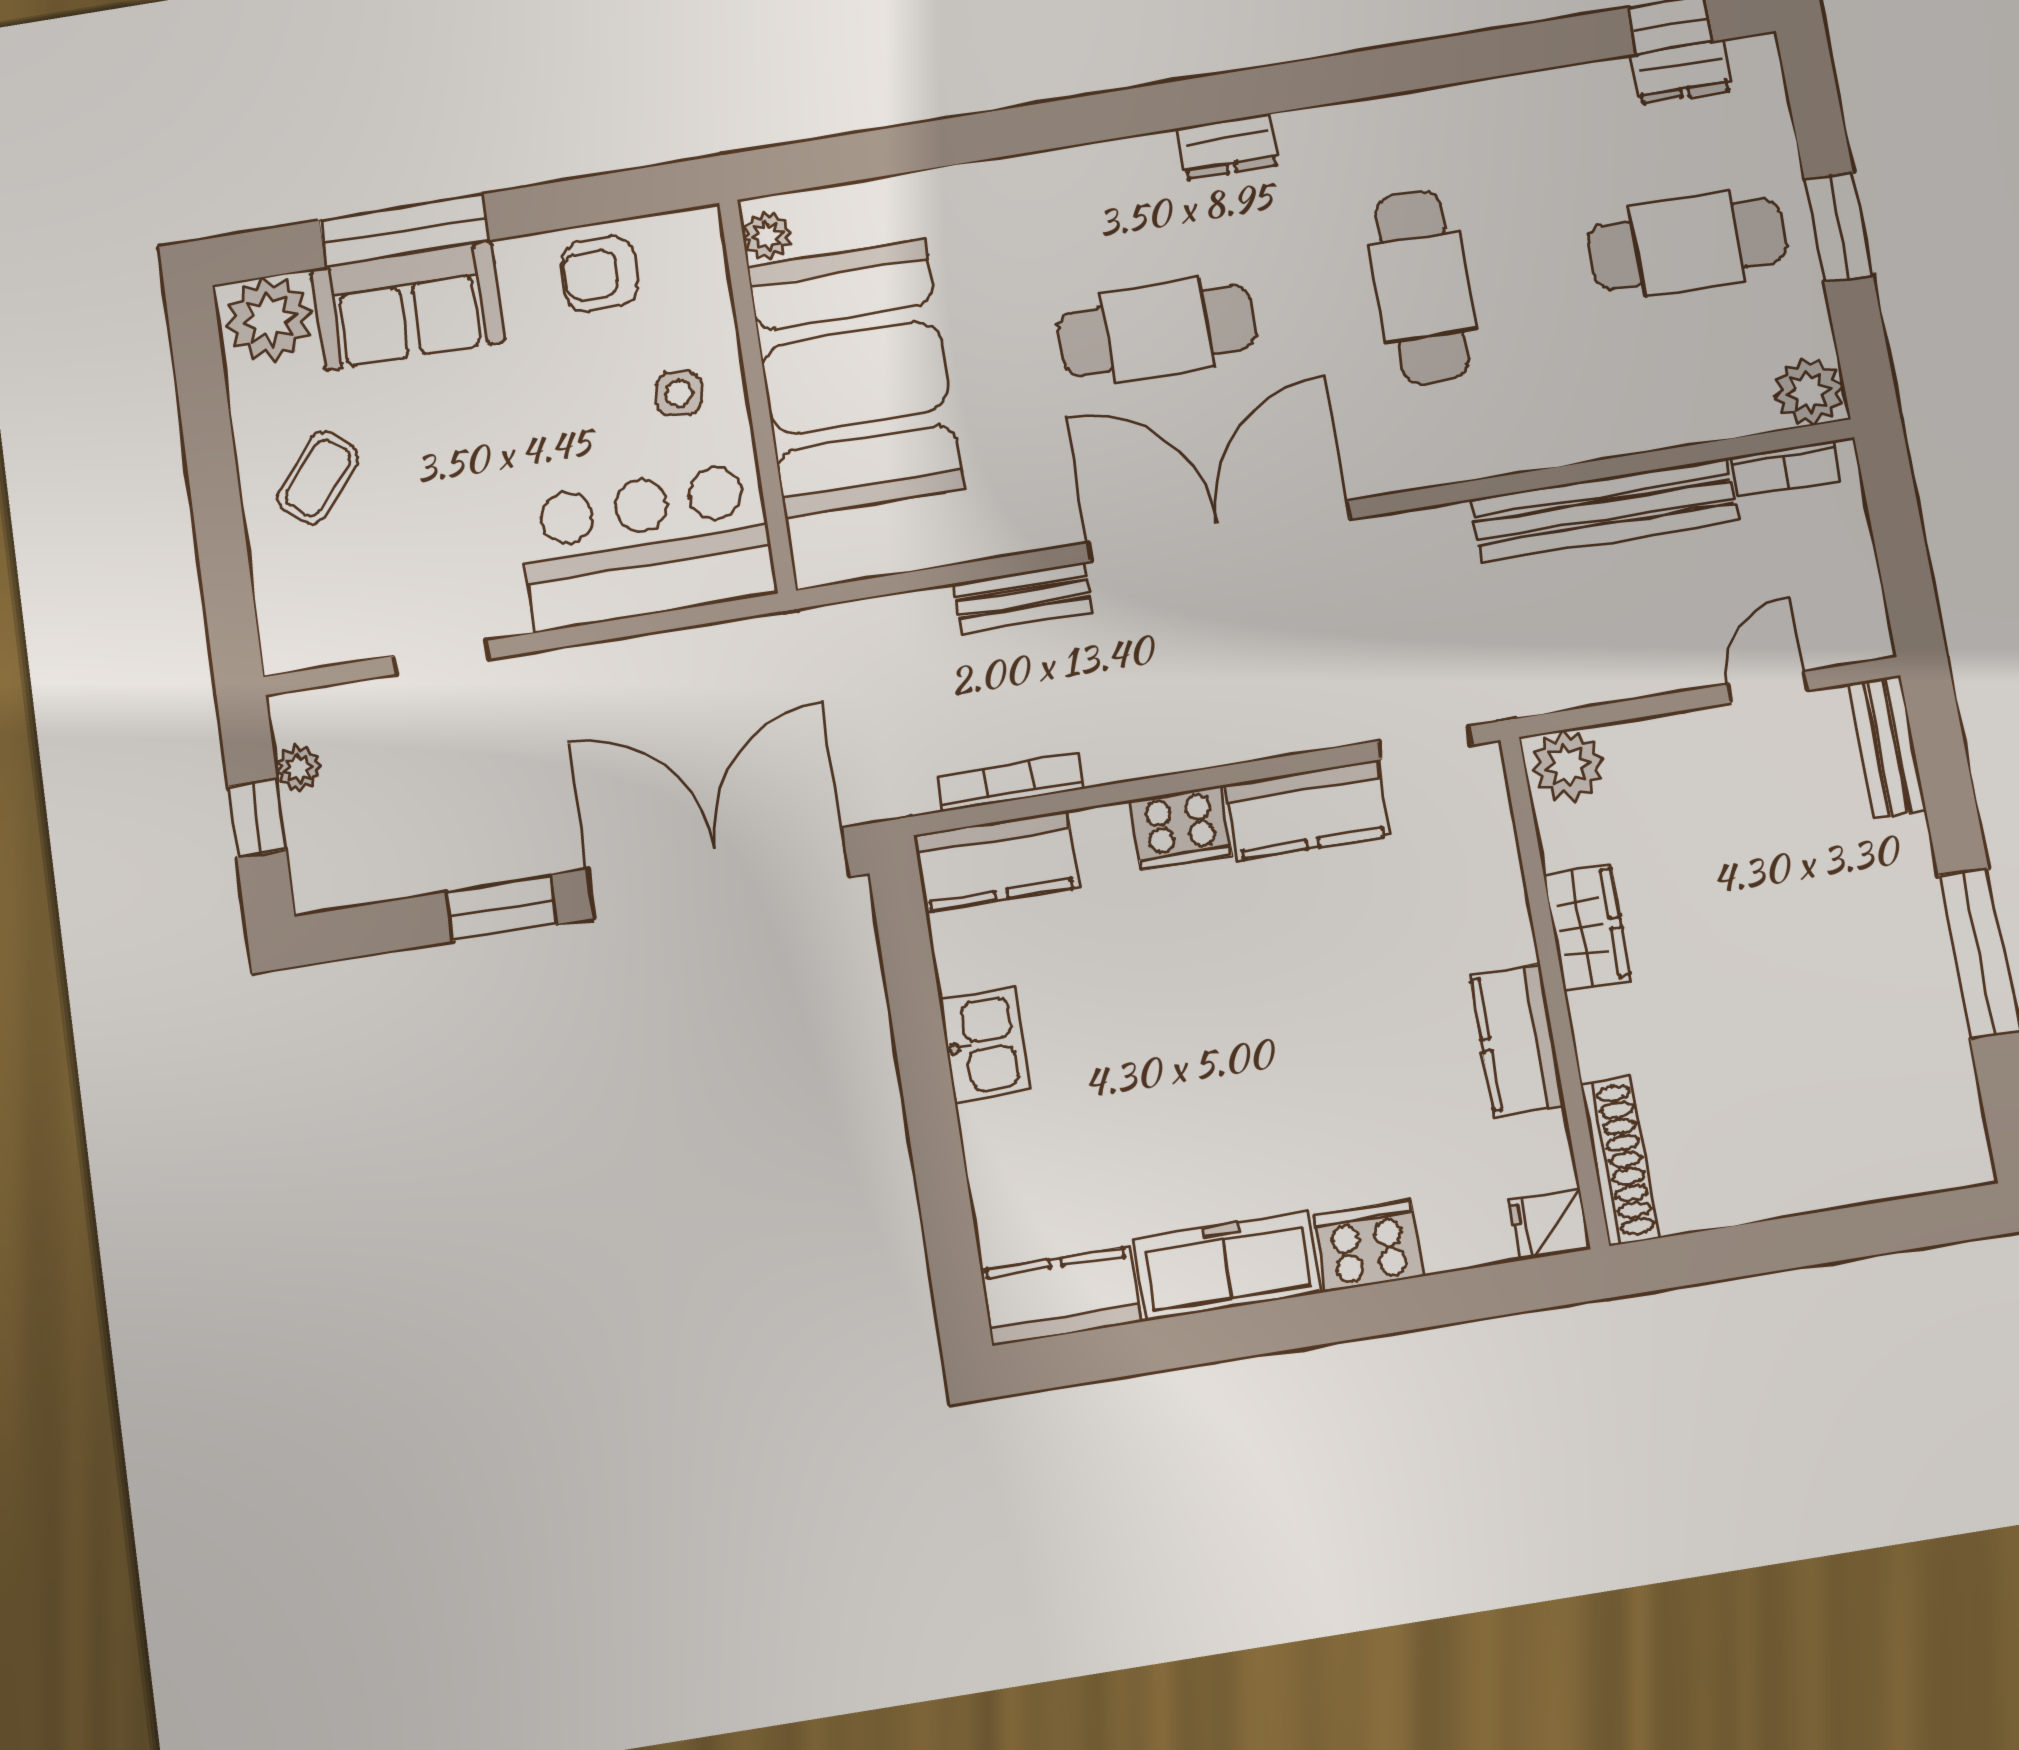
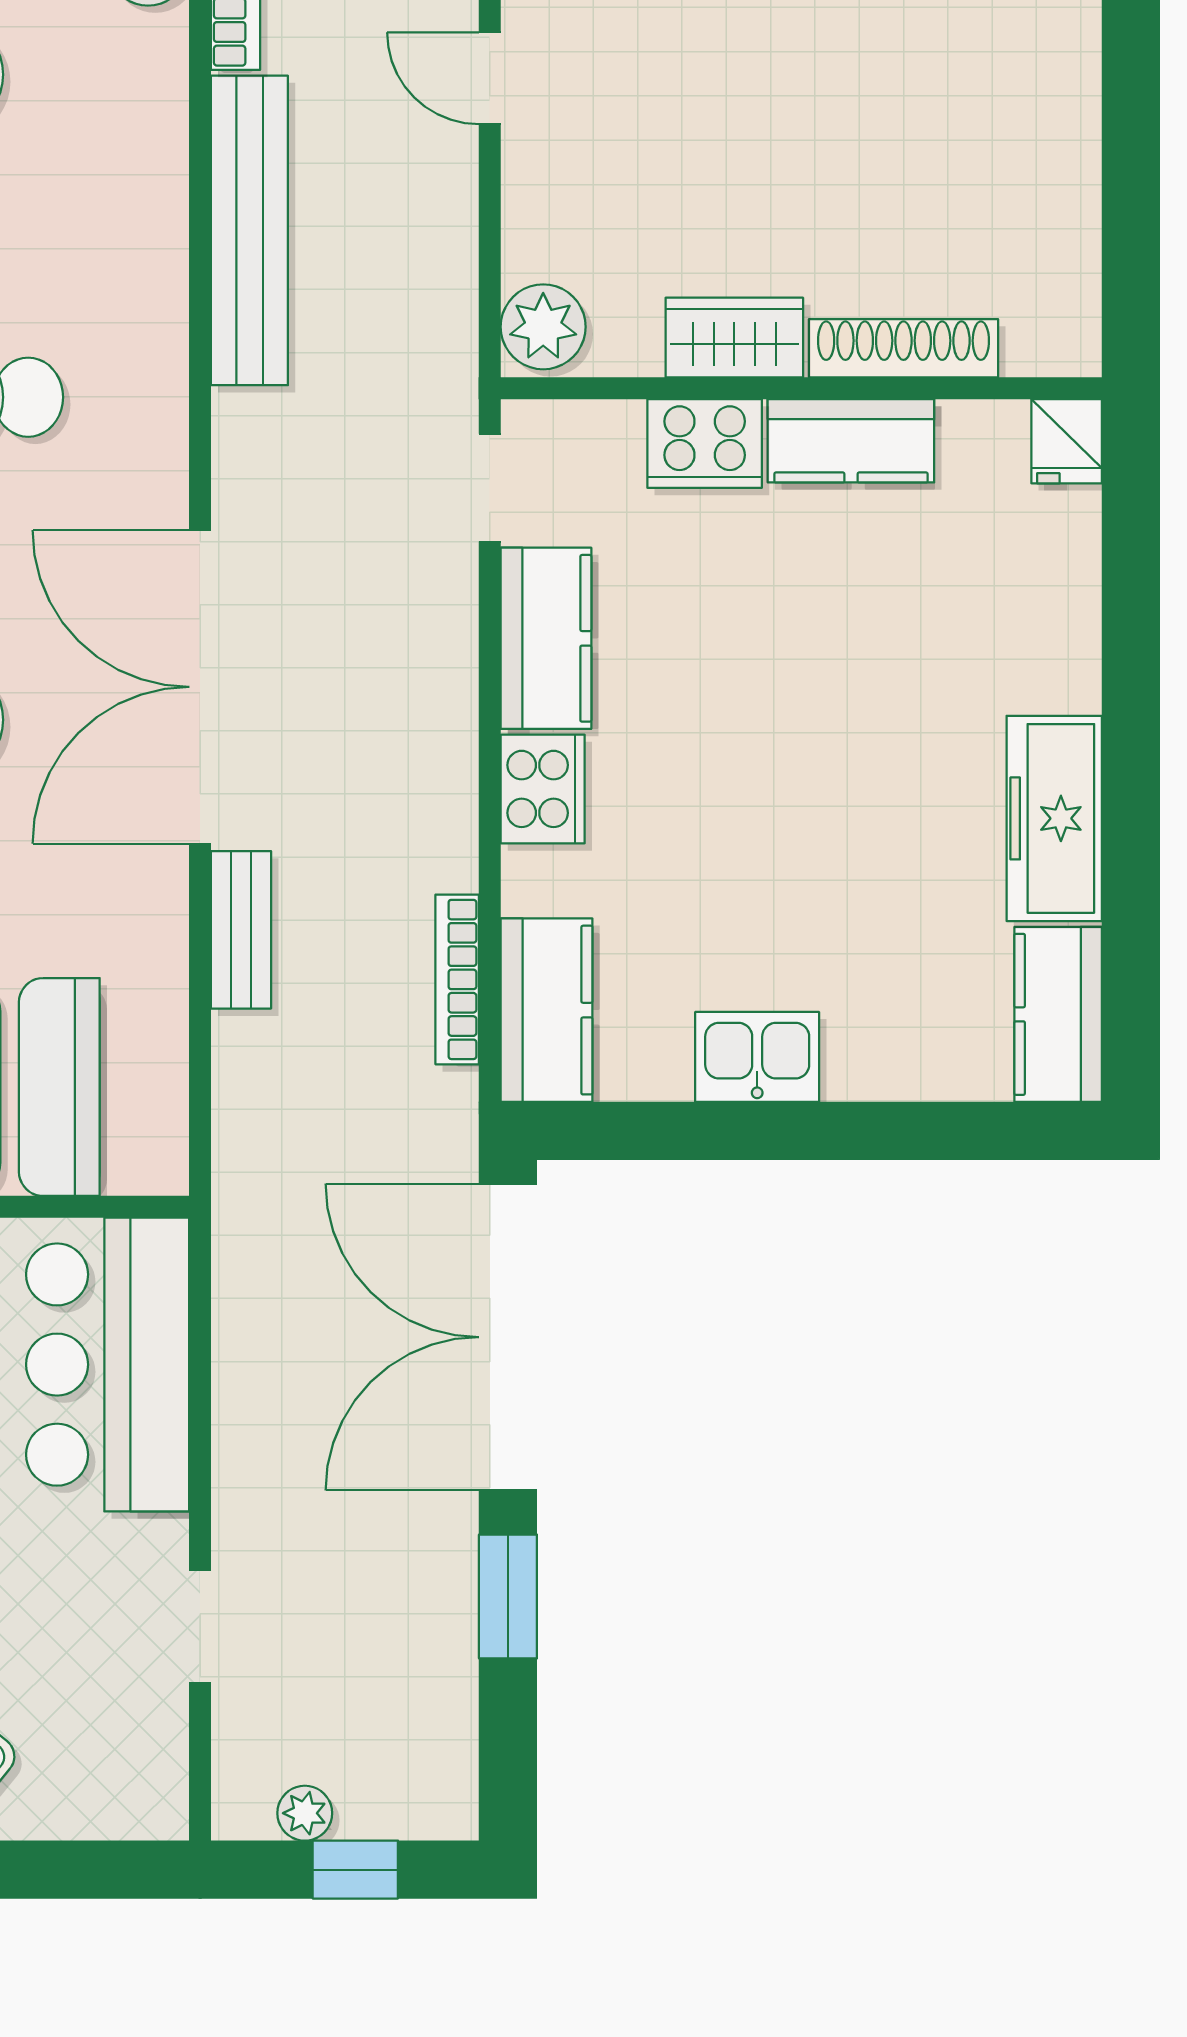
shoe rack: (1620, 1161) -> (903, 348), moved
cooker: (1368, 1246) -> (705, 444), moved, turned -90

